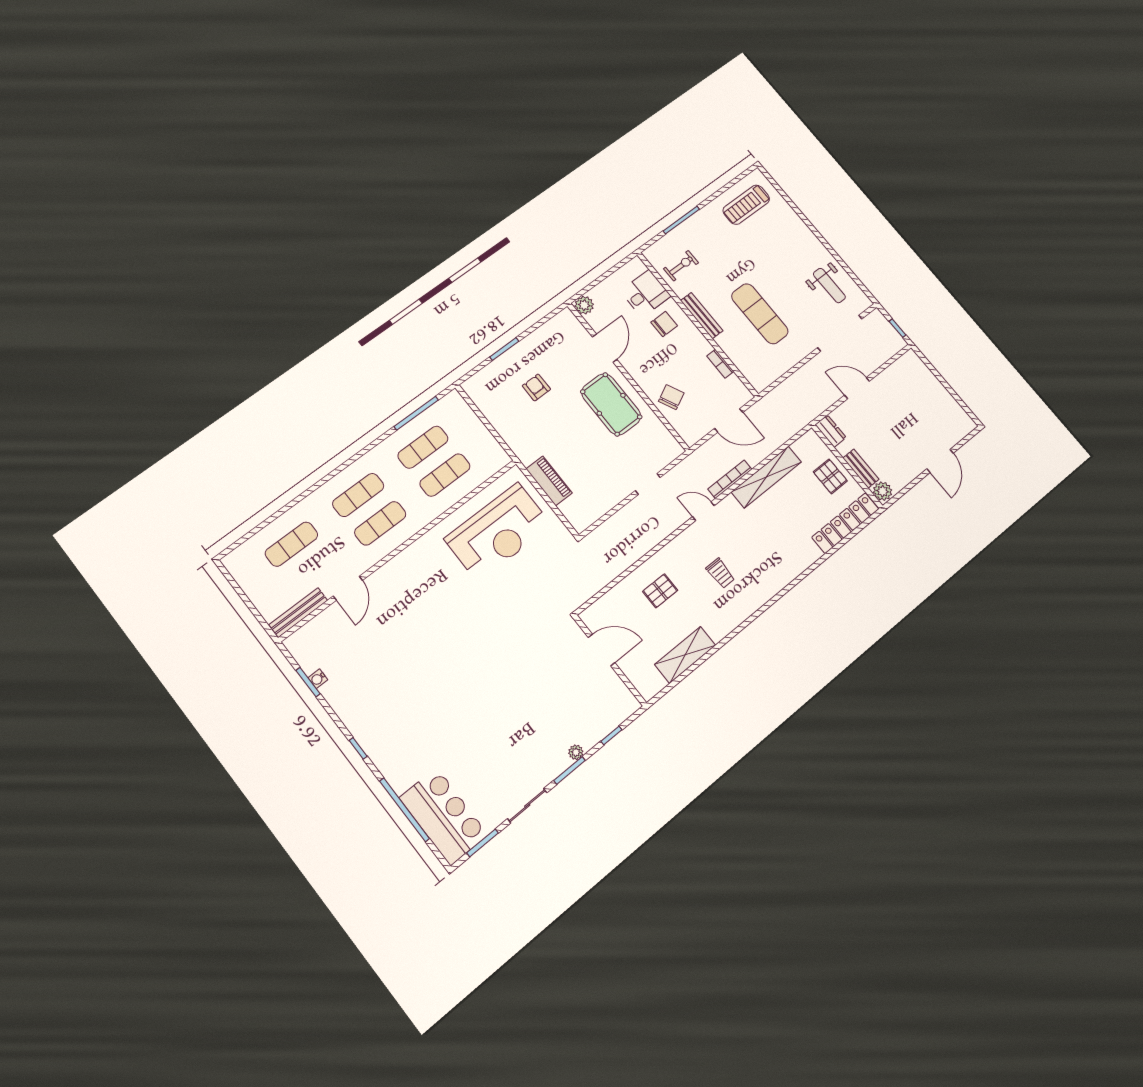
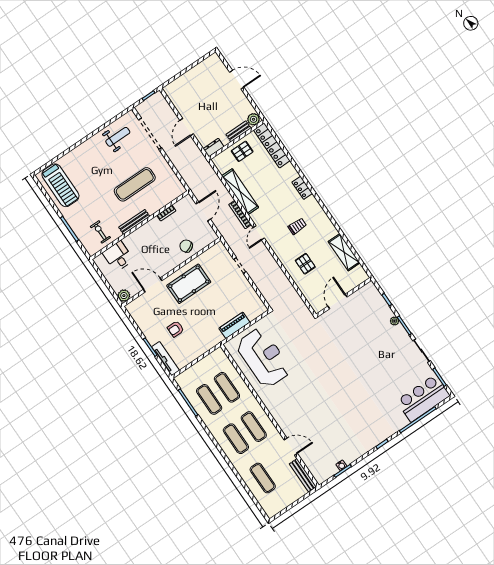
treadmill: (746, 205) -> (60, 185), width x1.37, depth x1.38
chair: (664, 324) -> (139, 246), removed
tv unit: (487, 374) -> (165, 359), added
locker: (784, 577) -> (302, 188), added

